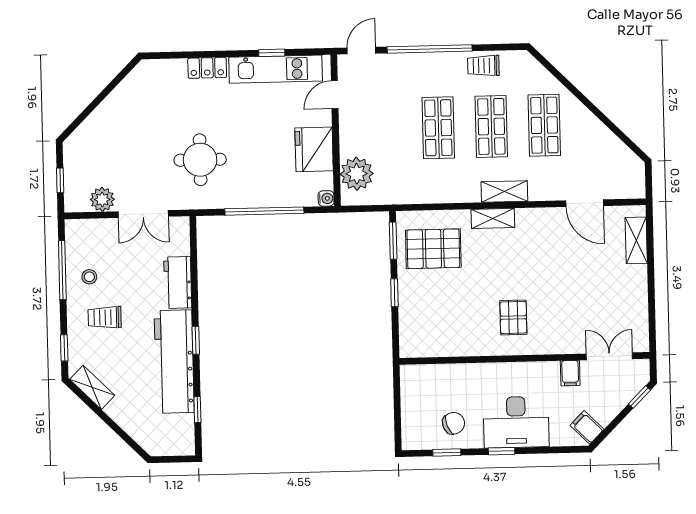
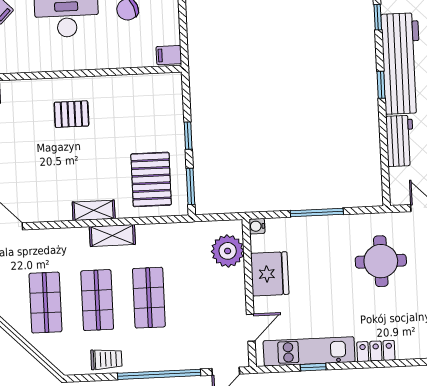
shelving: (504, 192) -> (112, 235), moved
window: (264, 211) -> (317, 212), width x0.68
pallet: (433, 249) -> (151, 179), turned 90
pallet: (513, 317) -> (71, 114), turned 90
filing cabinet: (570, 373) -> (169, 55), moved, turned -90

